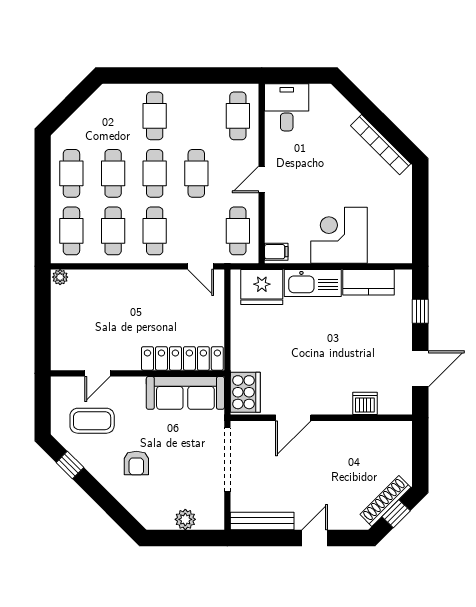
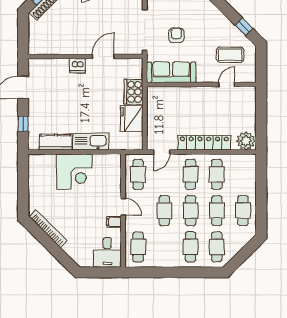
door: (262, 179) -> (123, 207), hinge flipped
cafe table: (71, 231) -> (217, 247), moved
filing cabinet: (276, 252) -> (114, 222), moved
door: (201, 266) -> (162, 152), swing flipped
plant: (60, 277) -> (246, 141), width x1.88, depth x1.88
fridge: (262, 287) -> (132, 119), moved, turned -90
locker: (182, 358) -> (204, 143), moved, turned 180
cooker: (245, 392) -> (133, 92), moved
dishwasher: (365, 403) -> (77, 66), moved
armchair: (136, 463) -> (176, 35), moved

